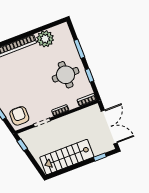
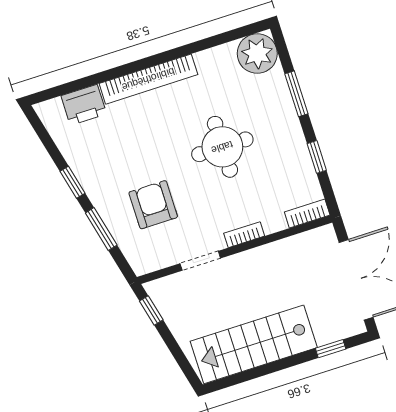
plant: (45, 39) -> (257, 54), moved
round table: (66, 75) -> (222, 147), moved
armchair: (19, 116) -> (153, 205), moved

